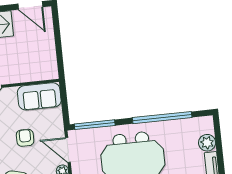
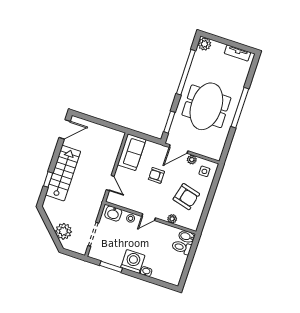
window: (95, 125) -> (169, 122), width x0.69
plant: (207, 143) -> (204, 44), moved

